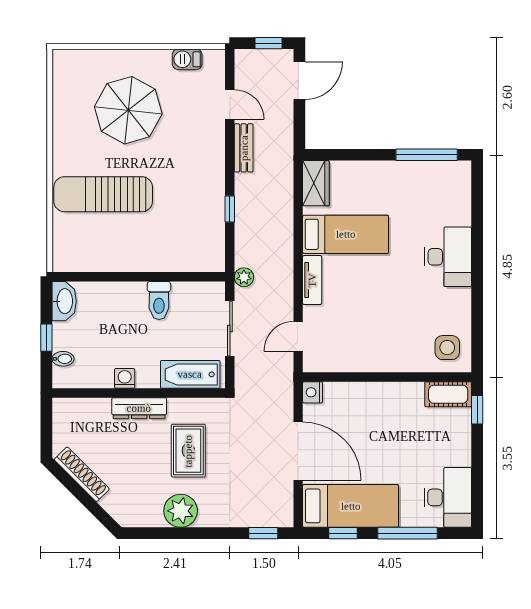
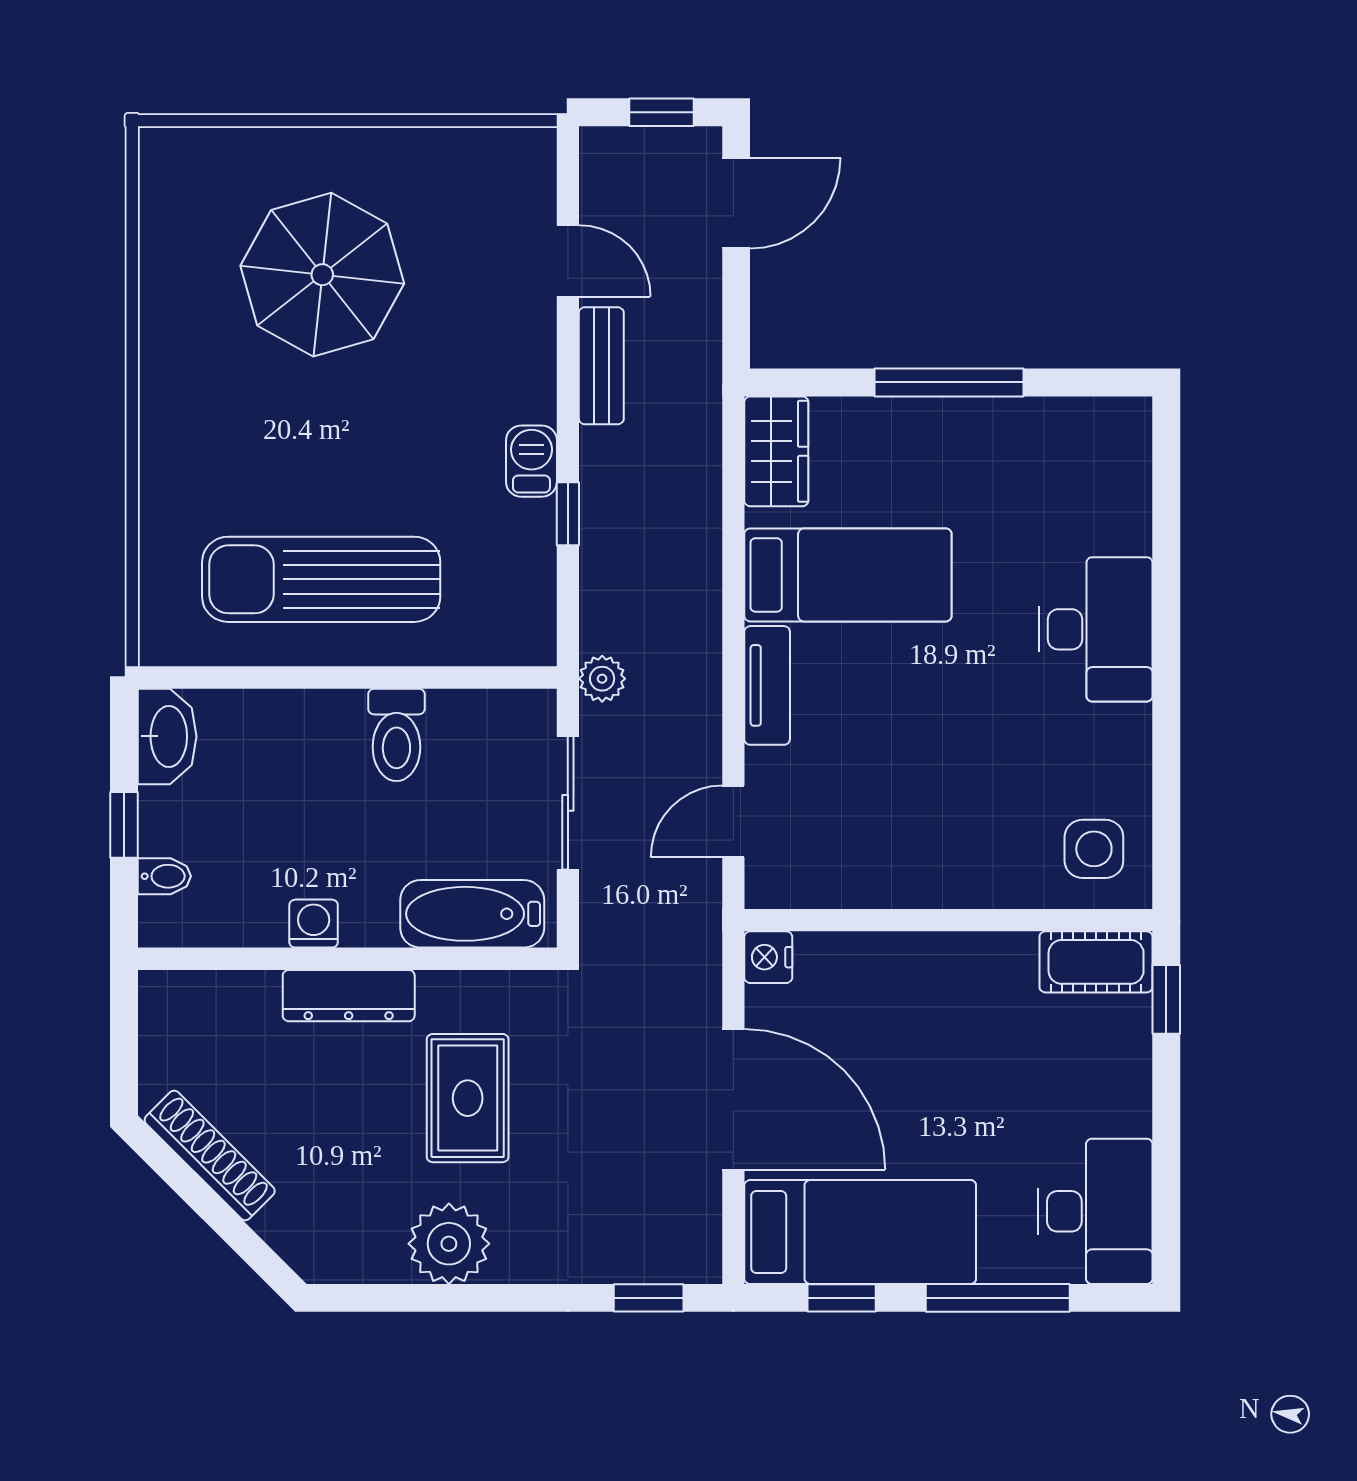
barbecue: (187, 59) -> (531, 461), moved, turned 90
window: (427, 155) -> (949, 382), moved
sun lounger: (103, 194) -> (321, 579), moved

